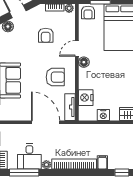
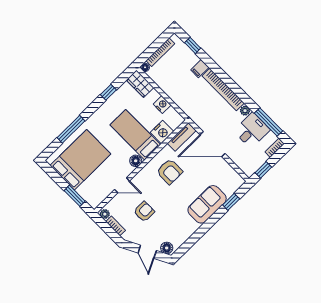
armchair: (88, 13) -> (94, 196), removed
door: (77, 48) -> (122, 185), moved
armchair: (55, 77) -> (170, 172), turned 180
bed: (101, 78) -> (135, 135), added
door: (46, 122) -> (212, 144), hinge flipped

